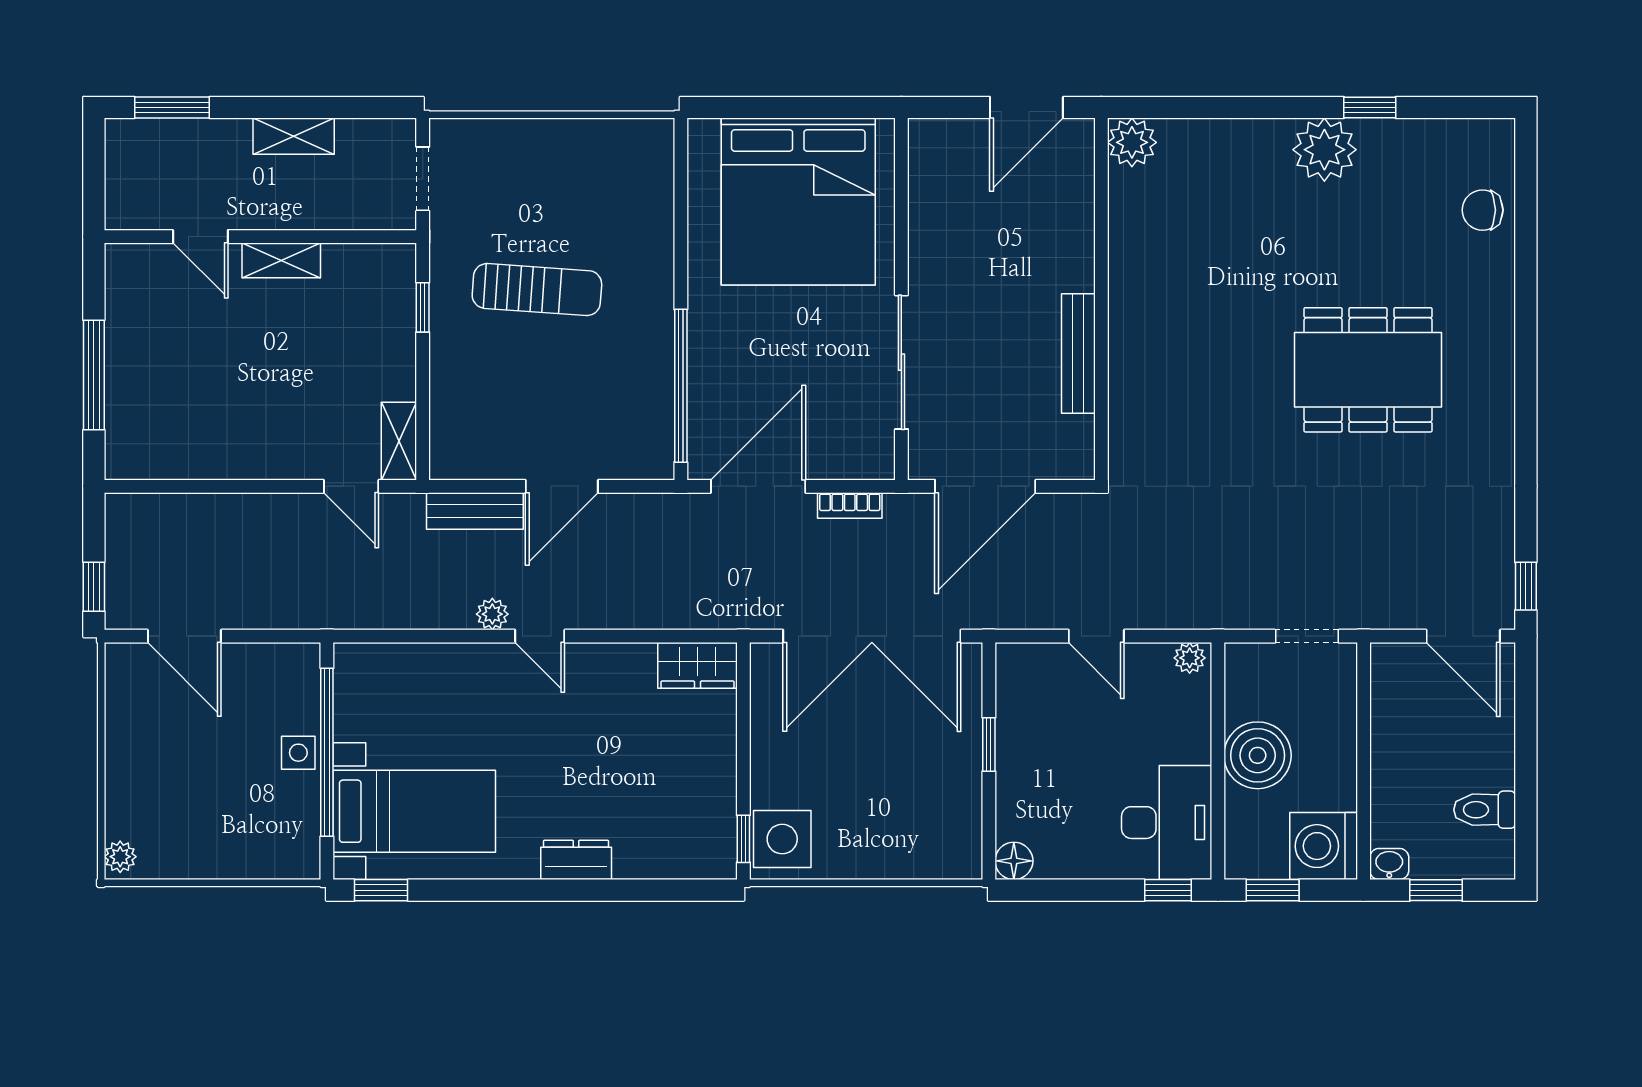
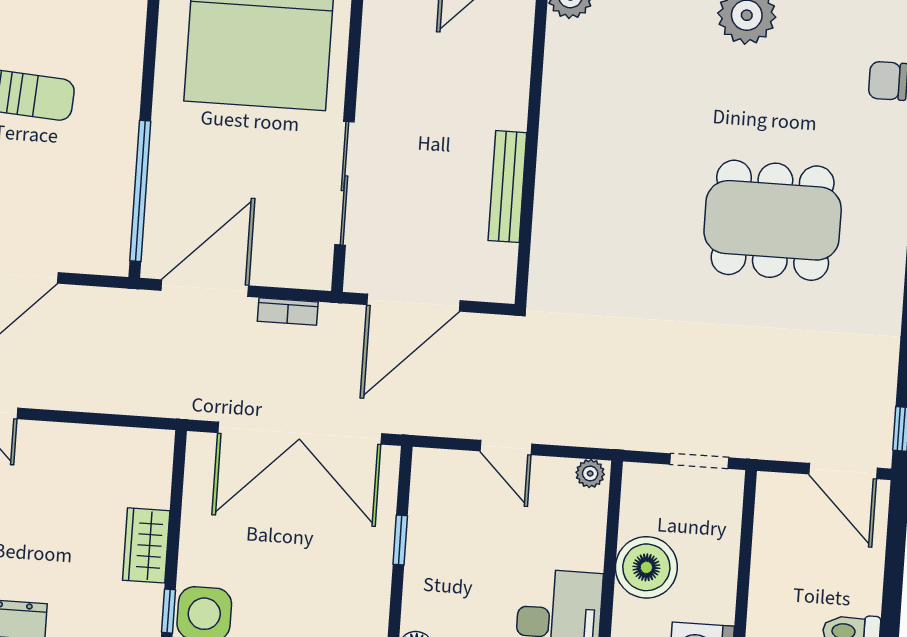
wardrobe: (698, 665) -> (146, 545), moved, turned 90

